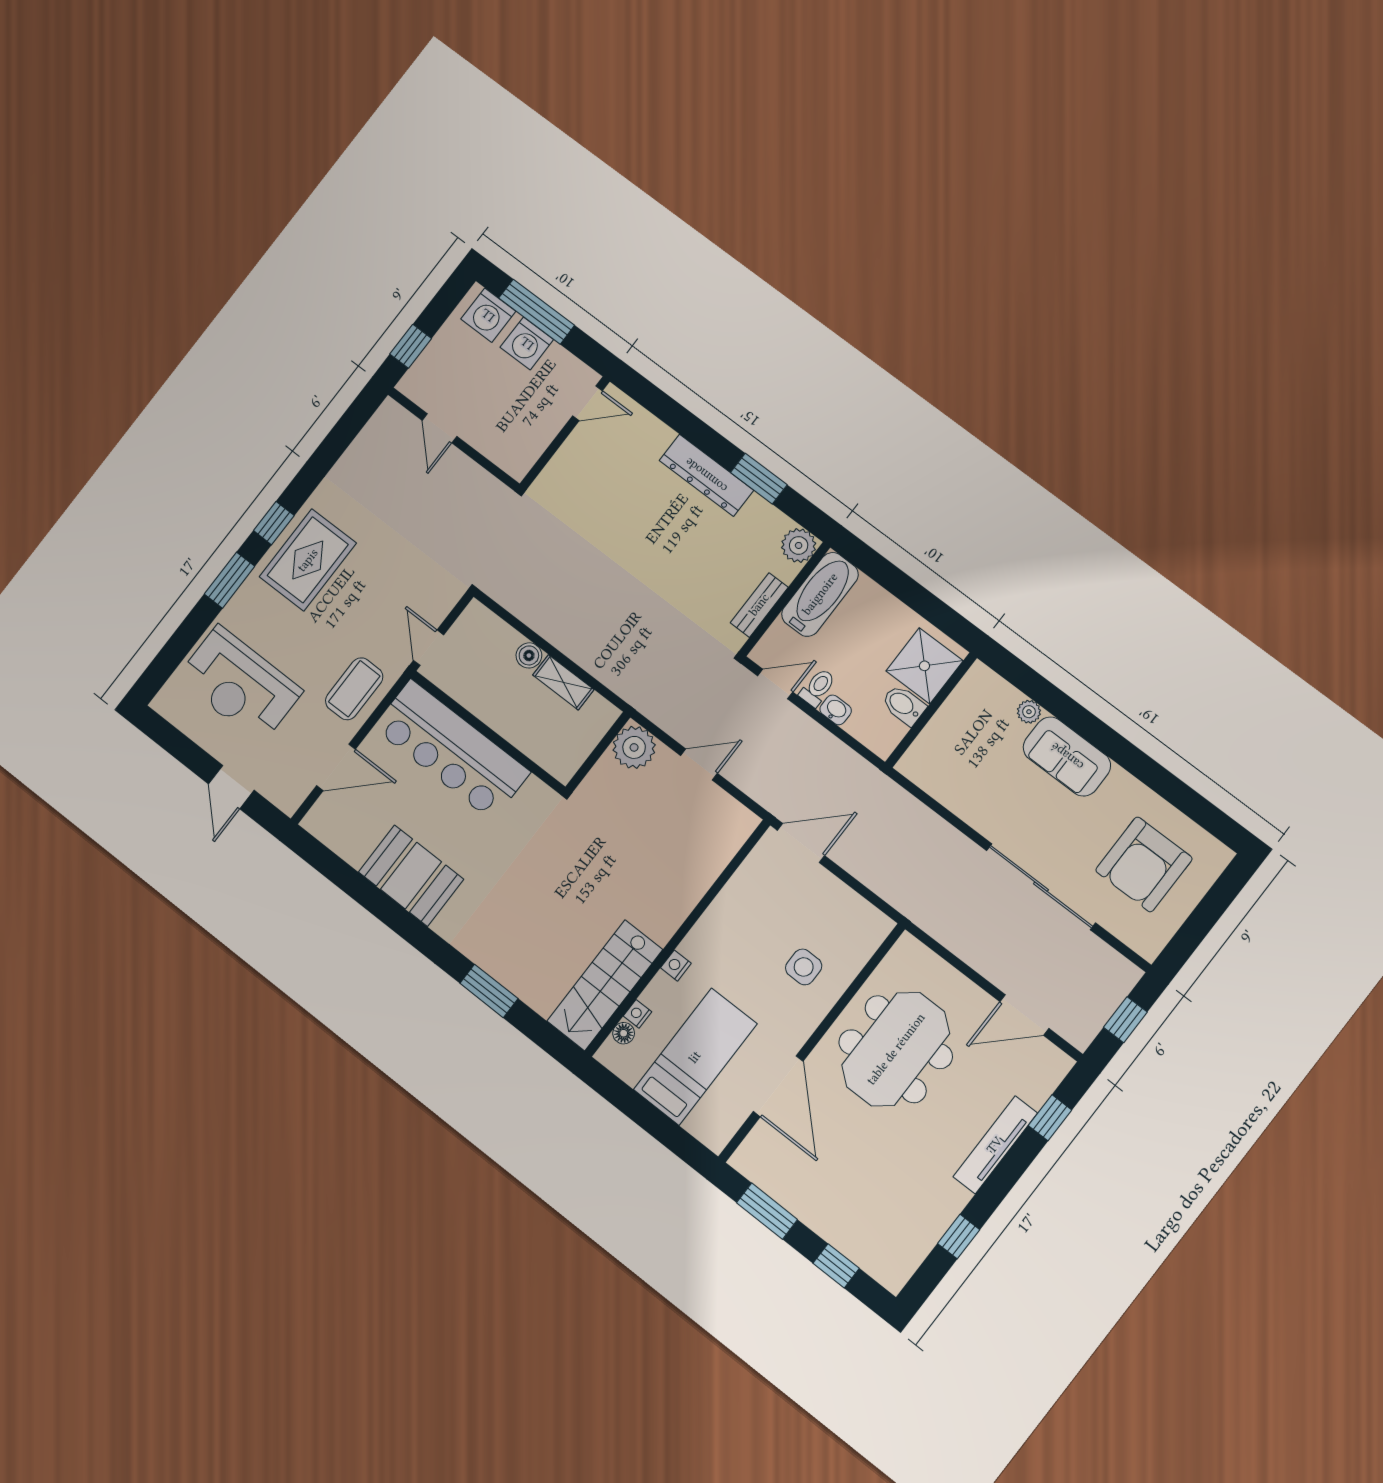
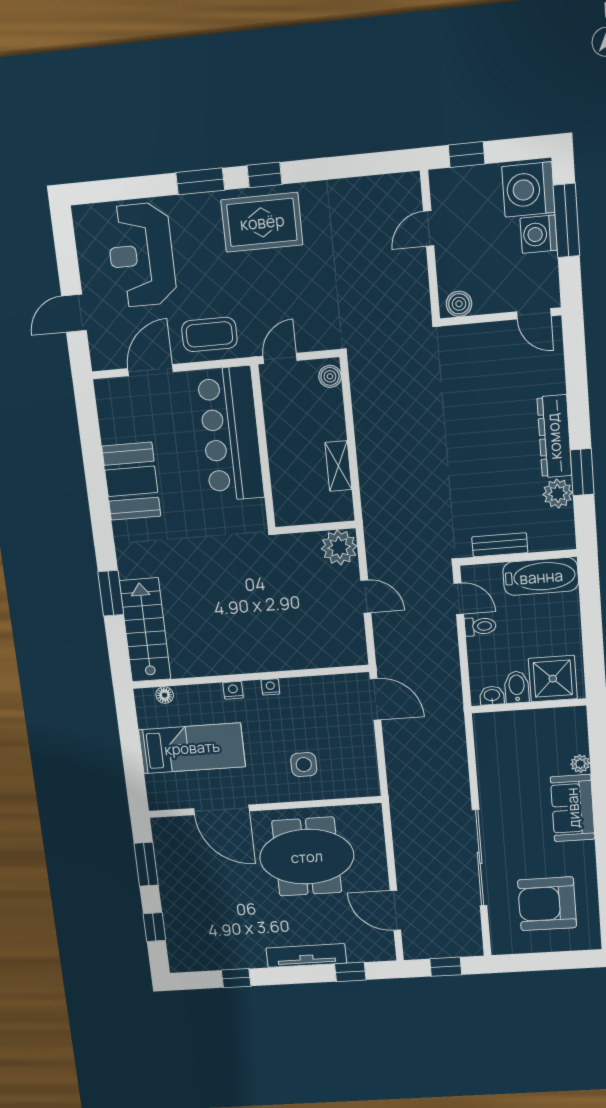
washing machine: (488, 315) -> (528, 189), width x1.37, depth x1.37
boiler: (522, 457) -> (459, 304), added
plant: (799, 545) -> (558, 494), moved
boiler: (529, 655) -> (330, 376), moved
washbasin: (836, 710) -> (492, 696), moved, turned -90
door: (336, 767) -> (150, 370), swing flipped
stairs: (605, 985) -> (145, 630), moved, turned 90
nightstand: (638, 1014) -> (270, 687), moved
door: (778, 1086) -> (221, 810), hinge flipped

